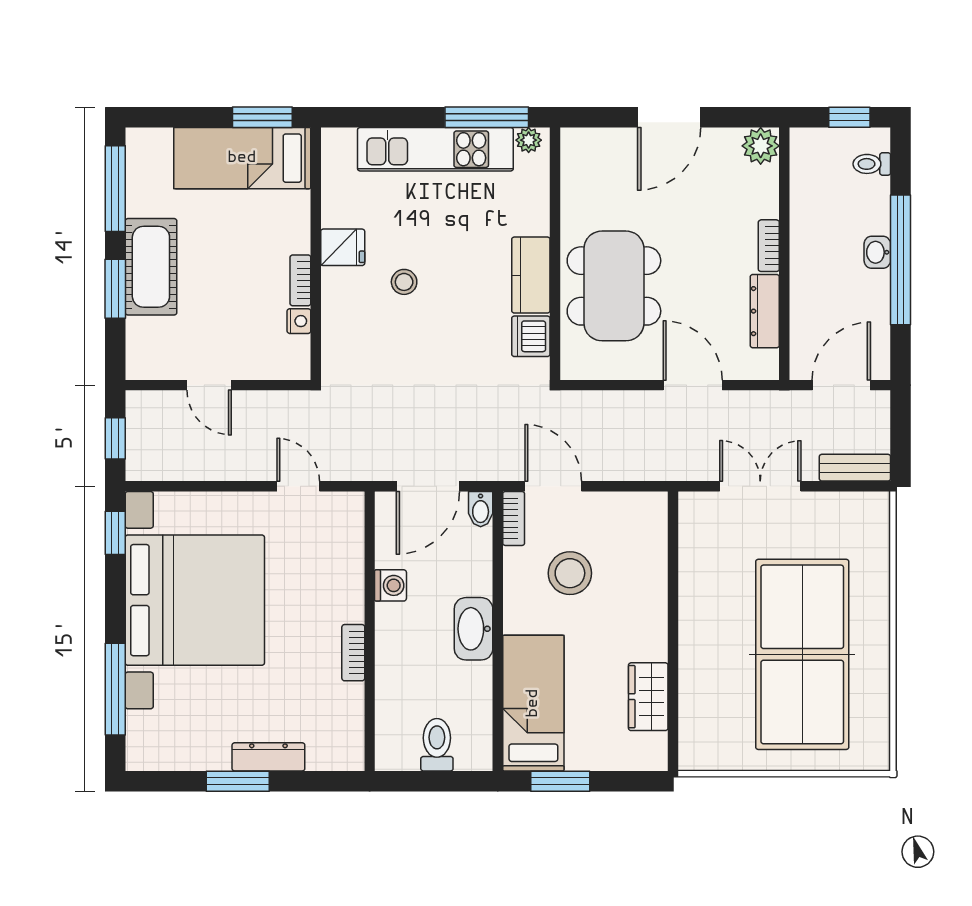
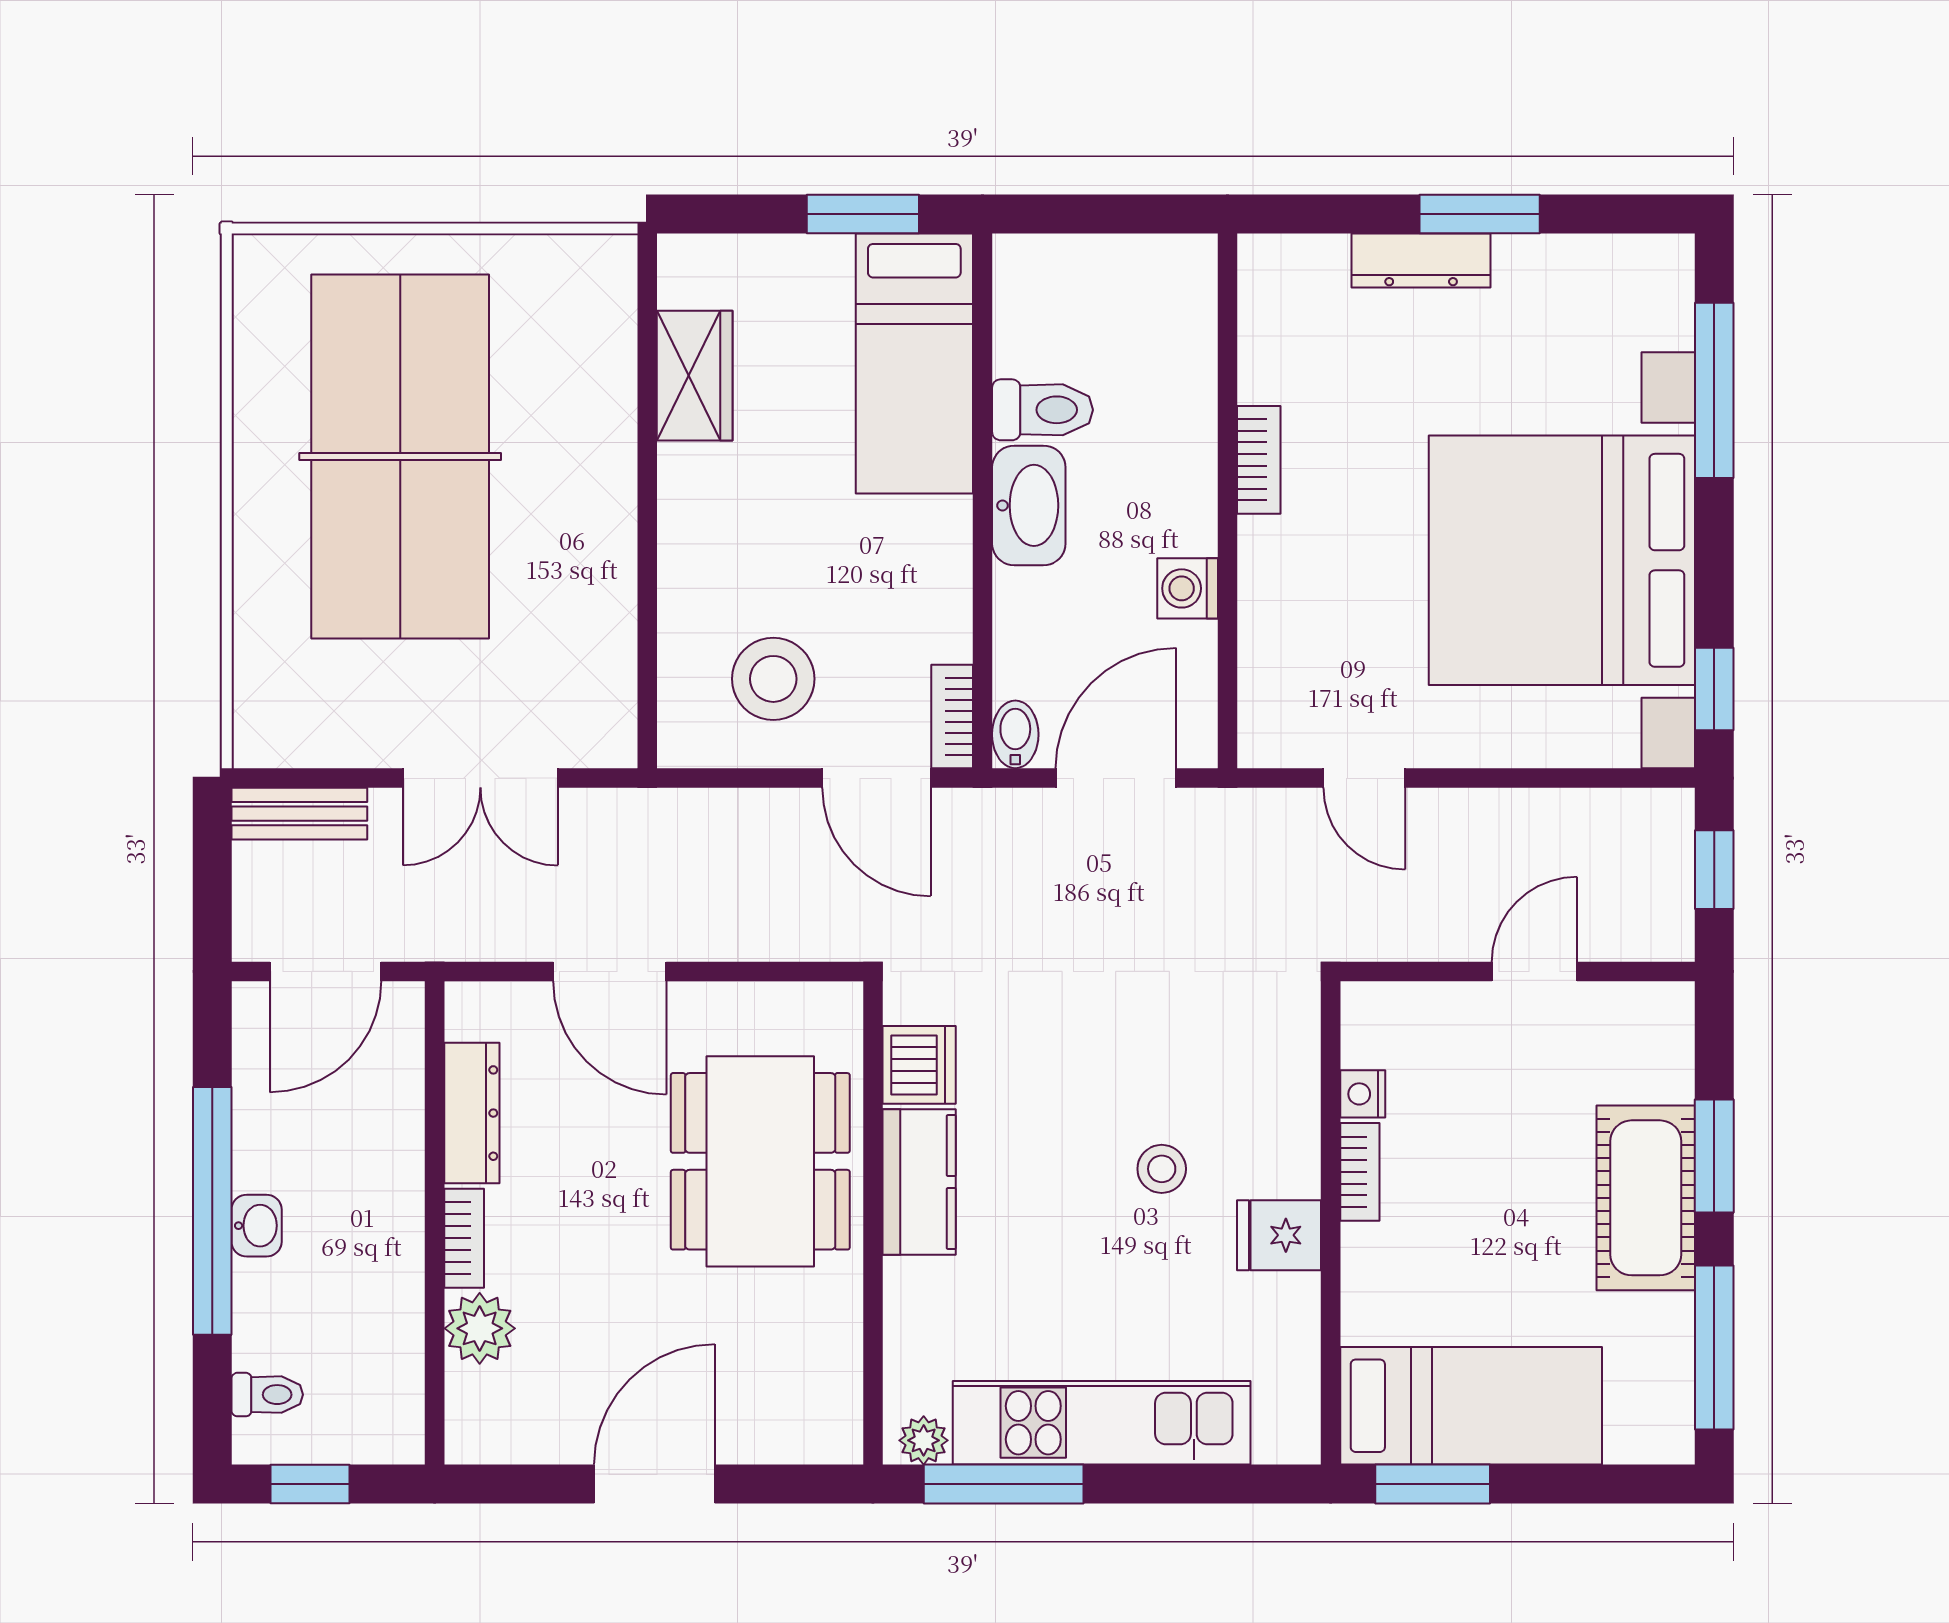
plant: (761, 146) -> (480, 1328), moved
door: (209, 385) -> (1534, 971), hinge flipped
stool: (570, 573) -> (773, 679), moved
toilet: (437, 745) -> (1043, 410), moved, turned -90

